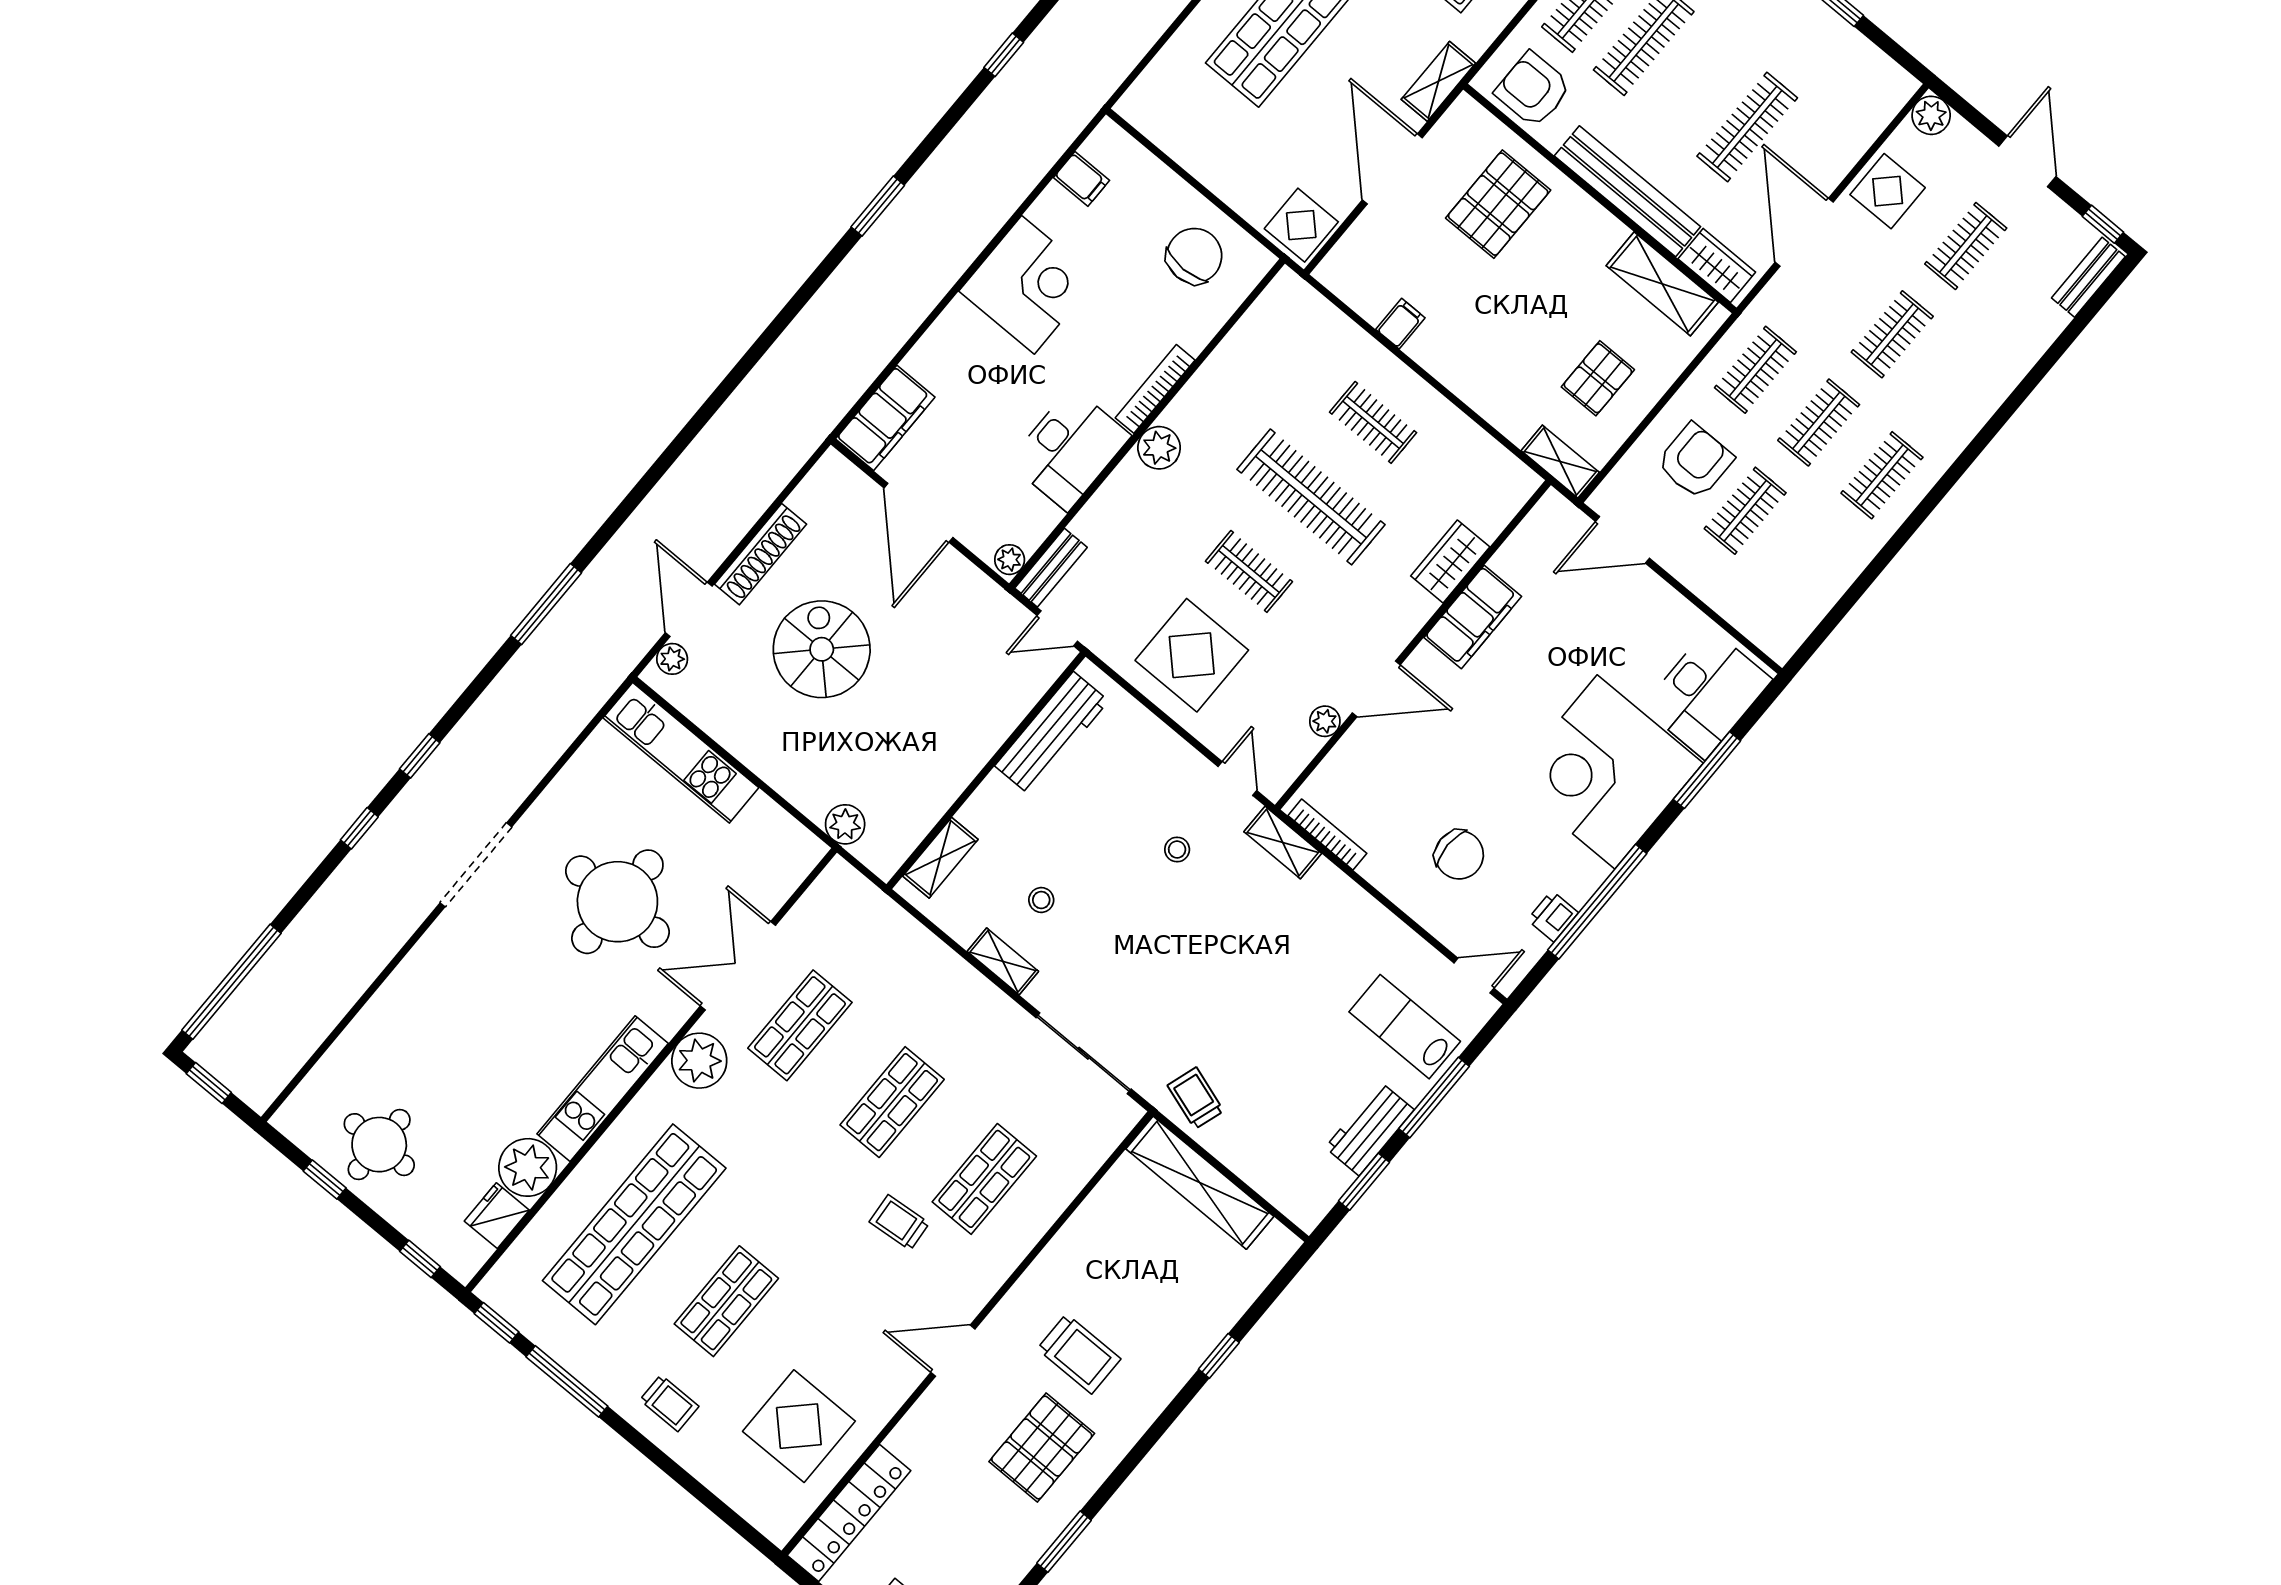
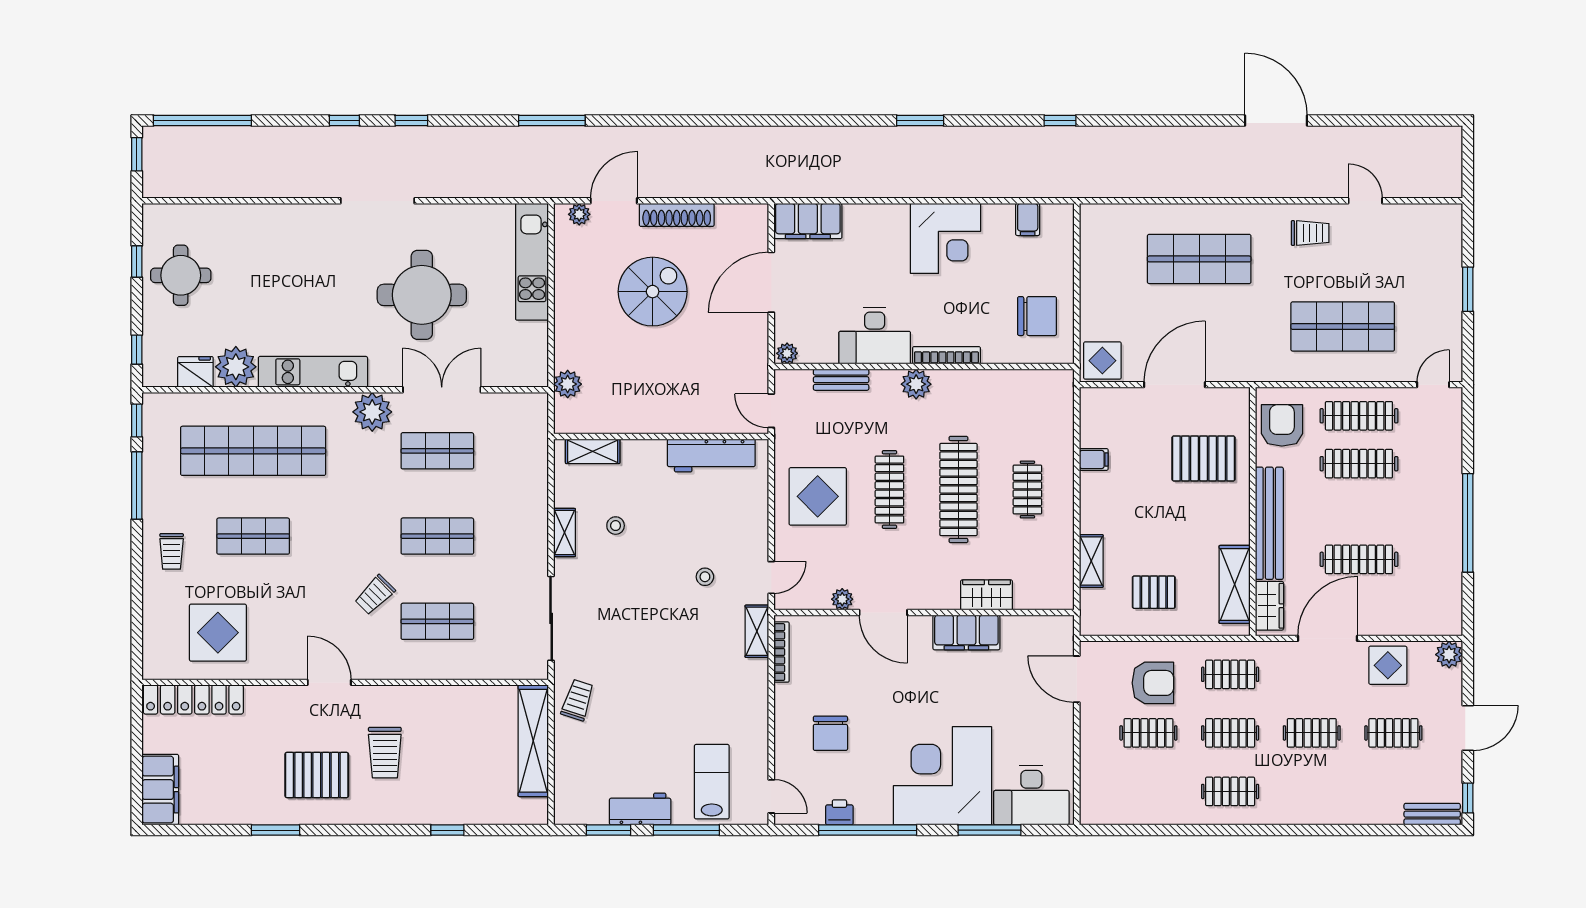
shelving: (1438, 81) -> (1243, 370), removed
shelving: (1560, 462) -> (1091, 561), moved
bench: (1051, 568) -> (841, 380), moved
clothes rail: (1249, 571) -> (889, 490), width x1.36
trolley: (899, 1223) -> (375, 595), turned -130

